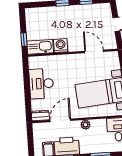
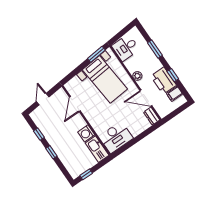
window: (24, 39) -> (86, 174), moved
desk: (41, 84) -> (116, 137), moved

